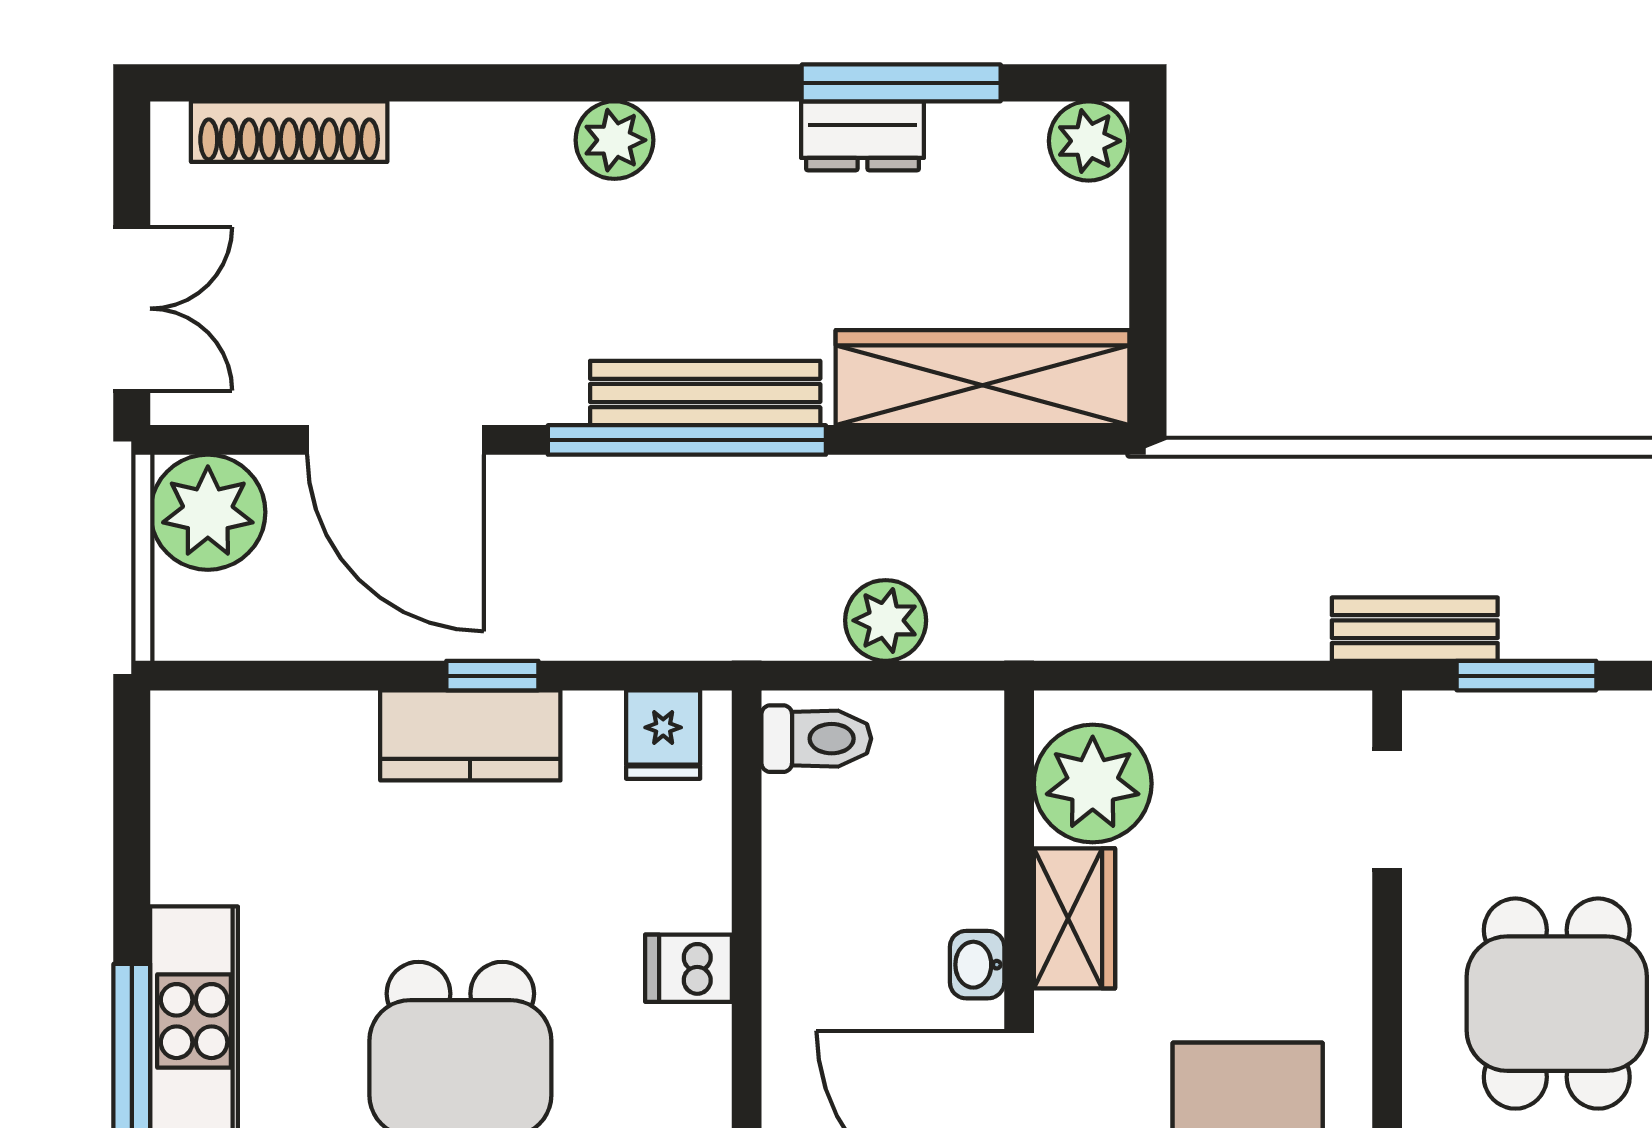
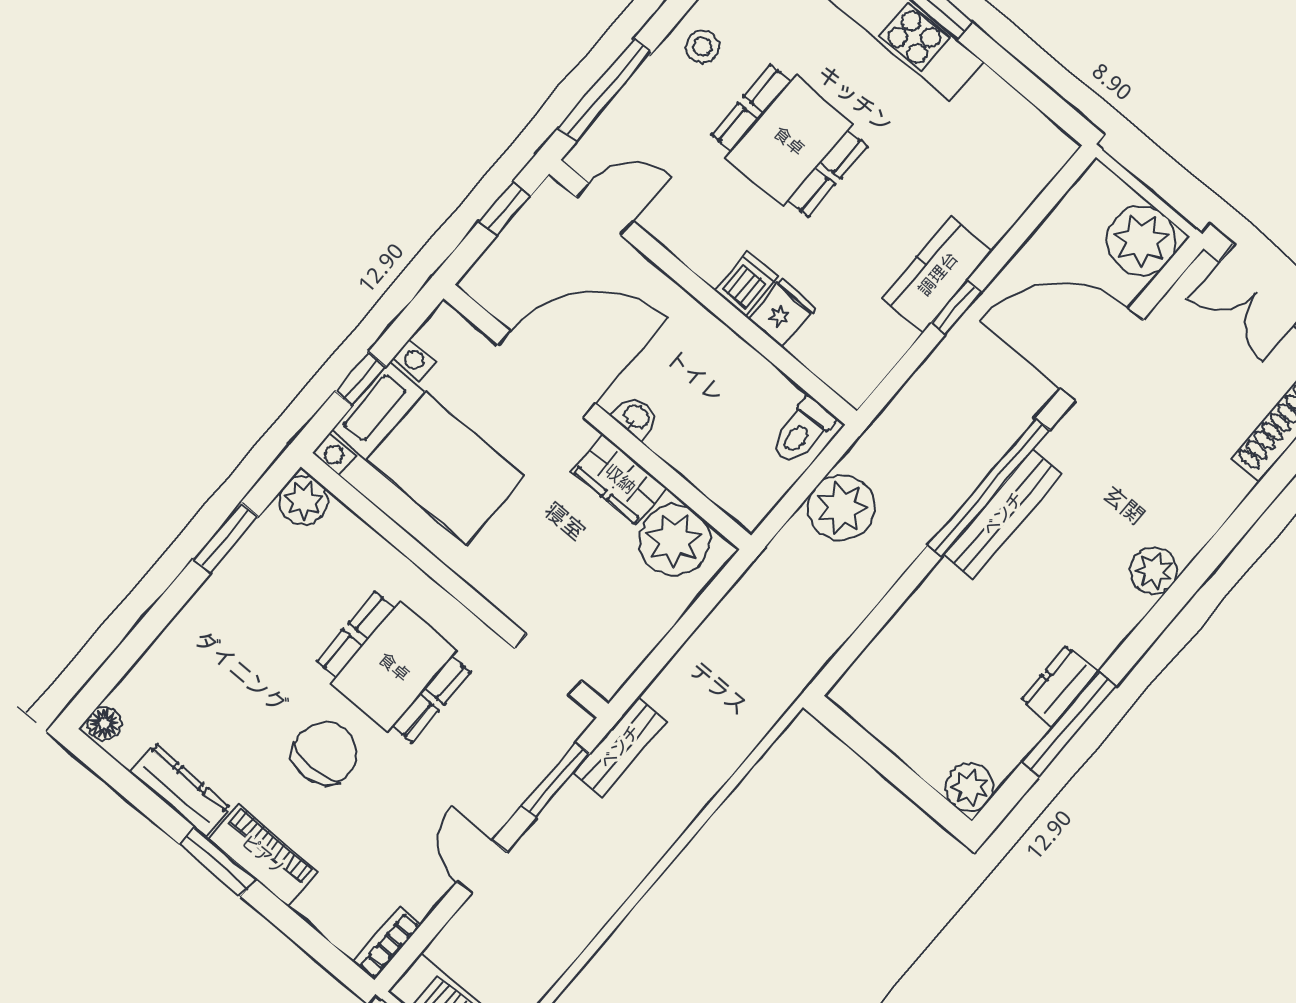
wardrobe: (983, 378) -> (902, 647), removed
plant: (886, 620) -> (842, 508), width x1.36, depth x1.36
fridge: (663, 735) -> (782, 313), moved, turned 90

